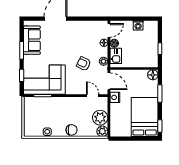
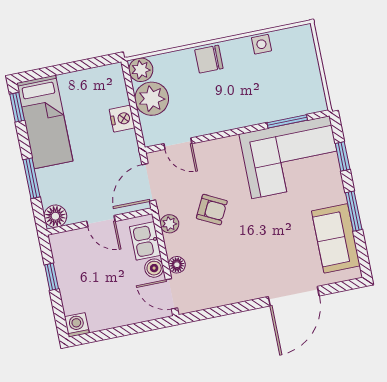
washing machine: (138, 25) -> (77, 325), moved
door: (109, 30) -> (172, 294), hinge flipped
door: (133, 69) -> (101, 221), added
door: (109, 81) -> (149, 182), hinge flipped
nightstand: (115, 97) -> (122, 119), moved
bed: (145, 117) -> (45, 122), width x0.67

